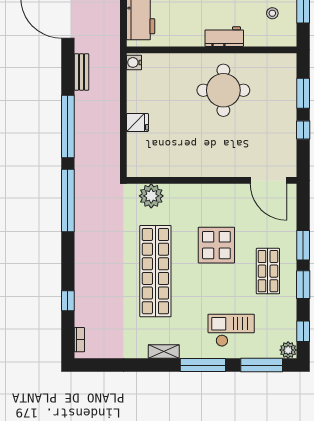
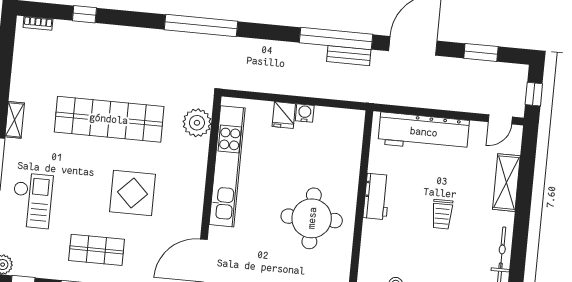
workbench: (224, 37) -> (377, 197), moved
water cooler: (134, 62) -> (305, 113), moved
window: (68, 126) -> (336, 38), moved
kitchen unit: (186, 167) -> (227, 166), added

